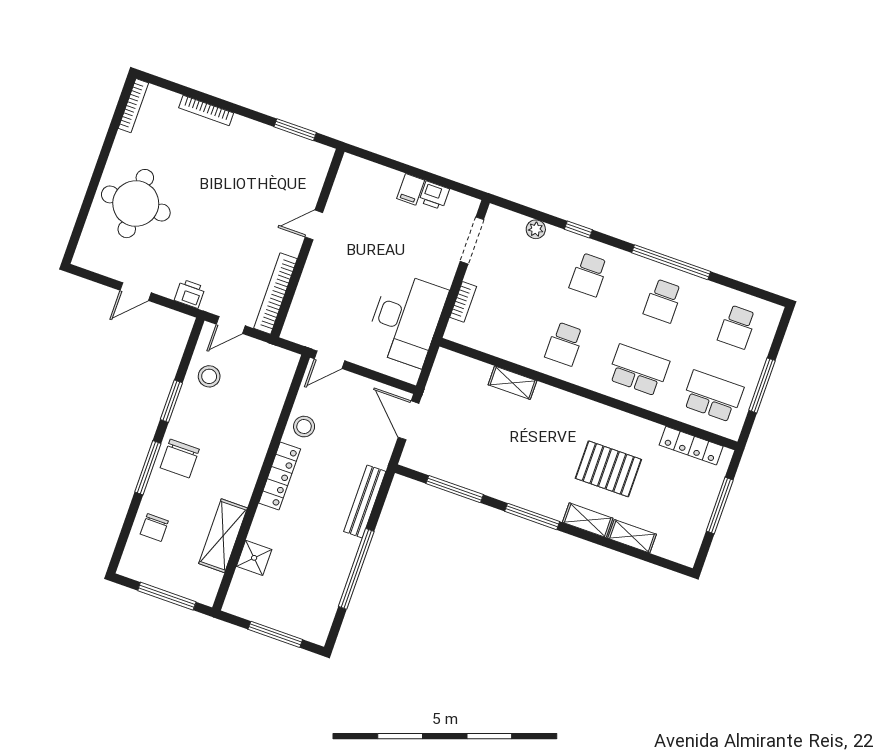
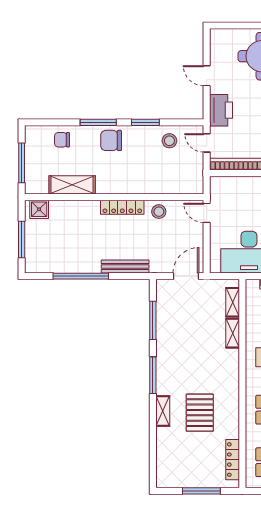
printer: (190, 294) -> (221, 110), width x1.87, depth x1.48
shelving: (632, 536) -> (233, 302), moved
shower: (254, 558) -> (39, 209), moved

